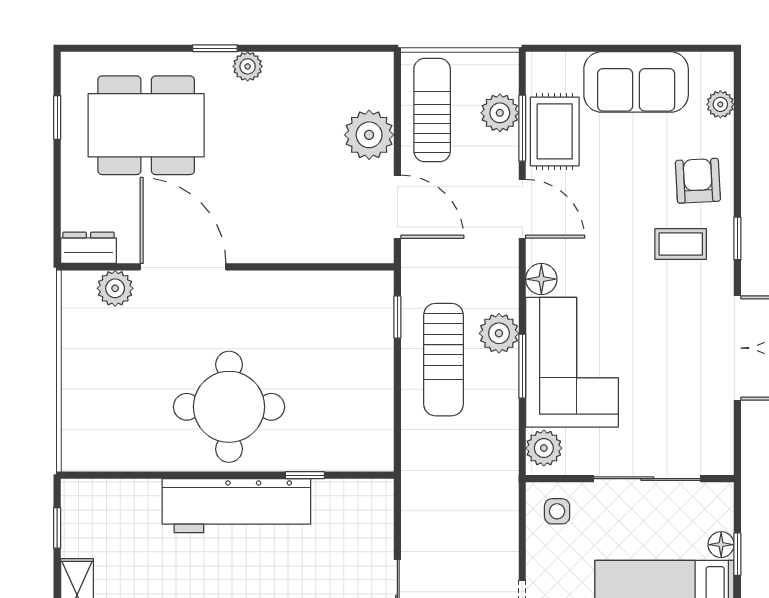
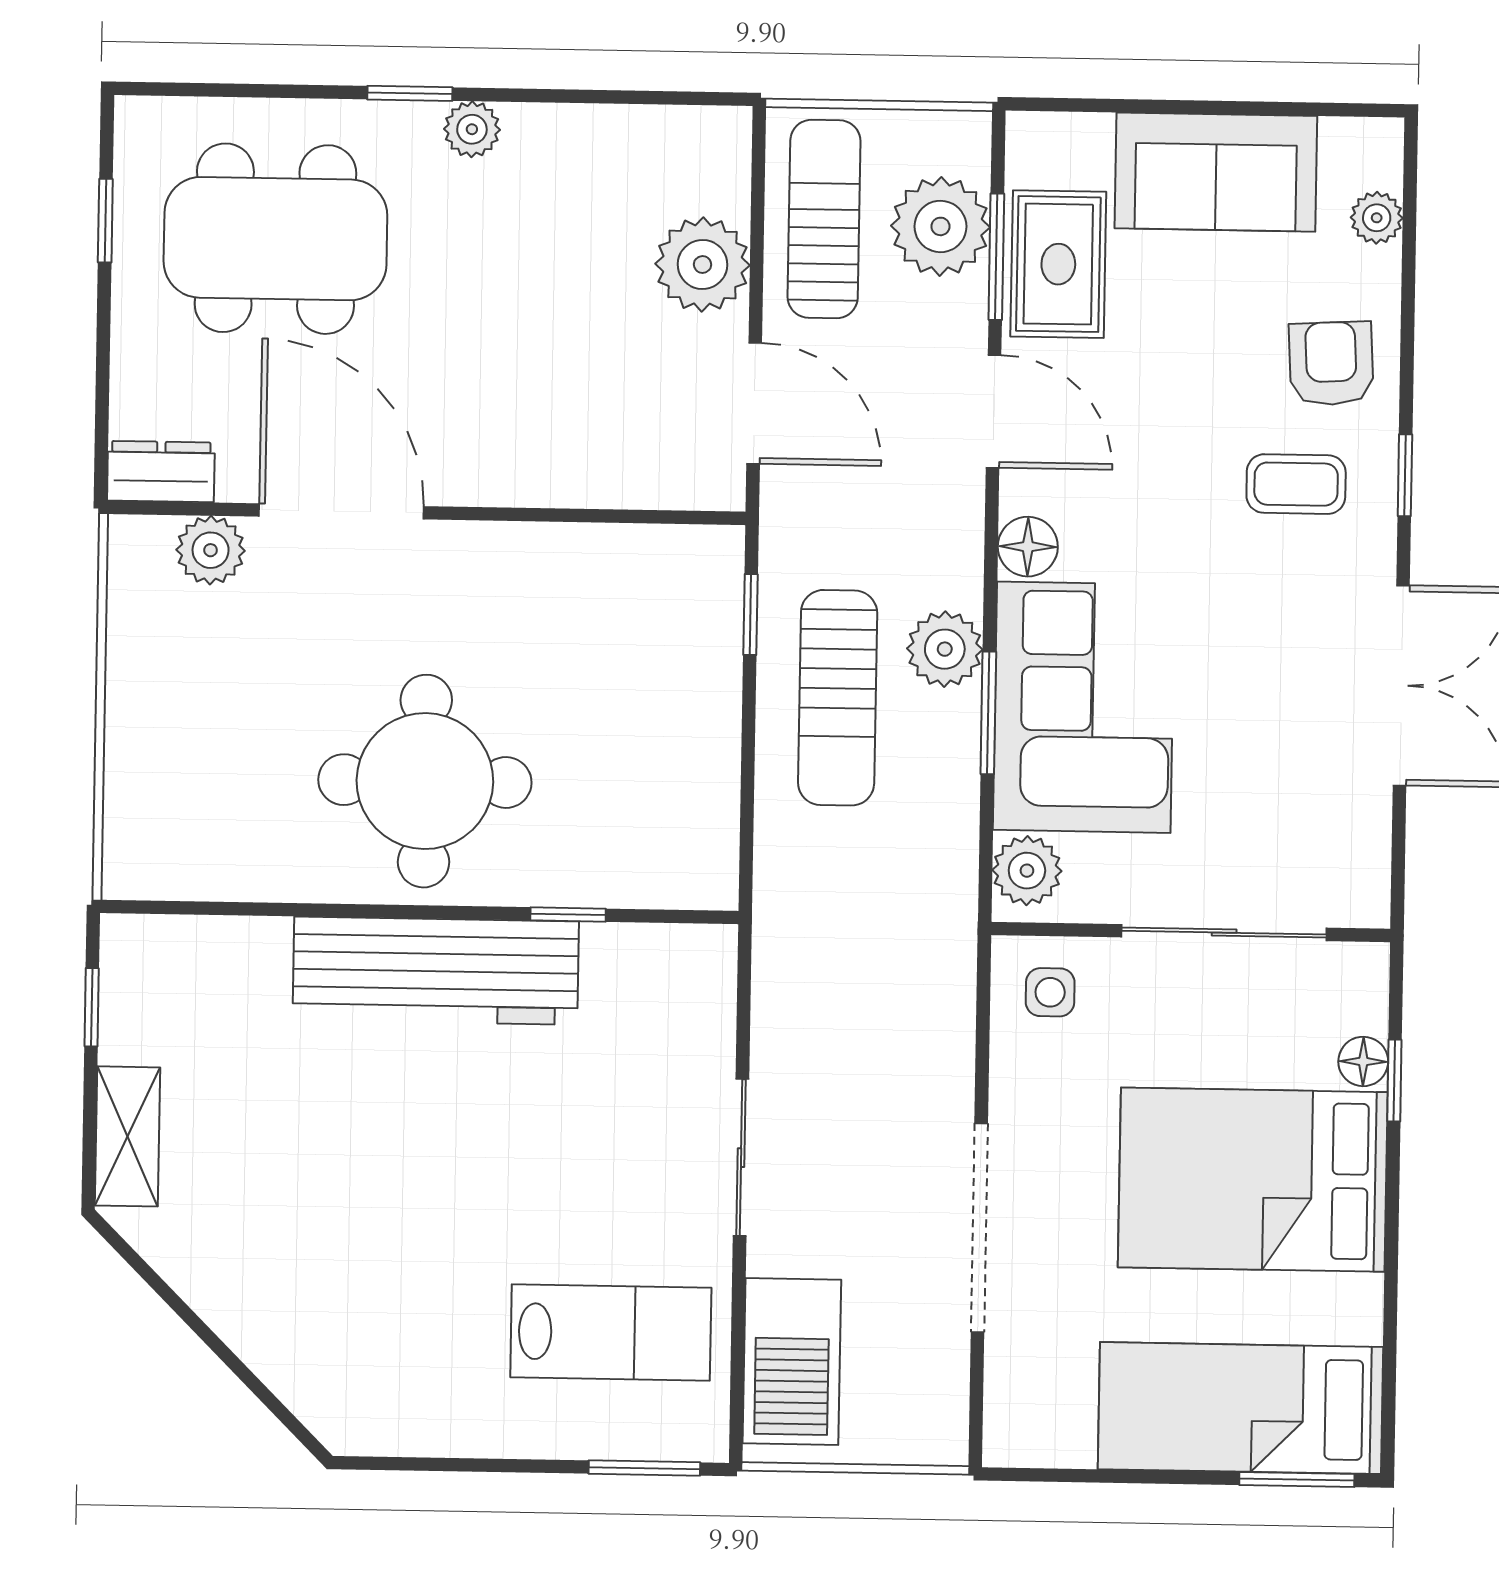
plant: (500, 113) -> (940, 226), width x1.36, depth x1.36

